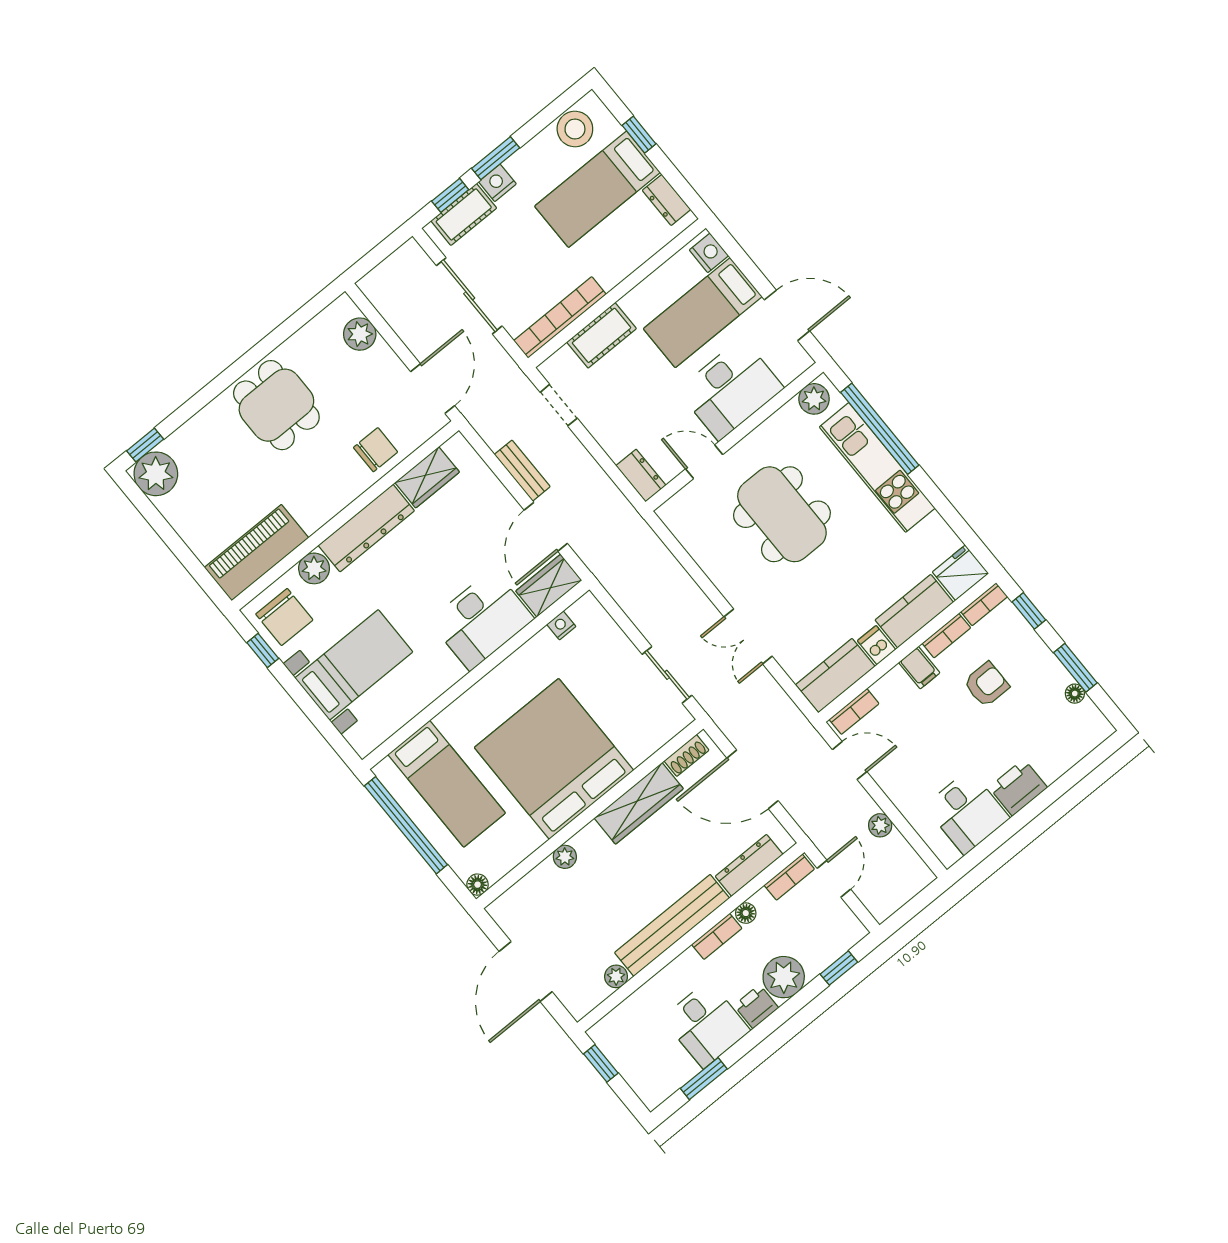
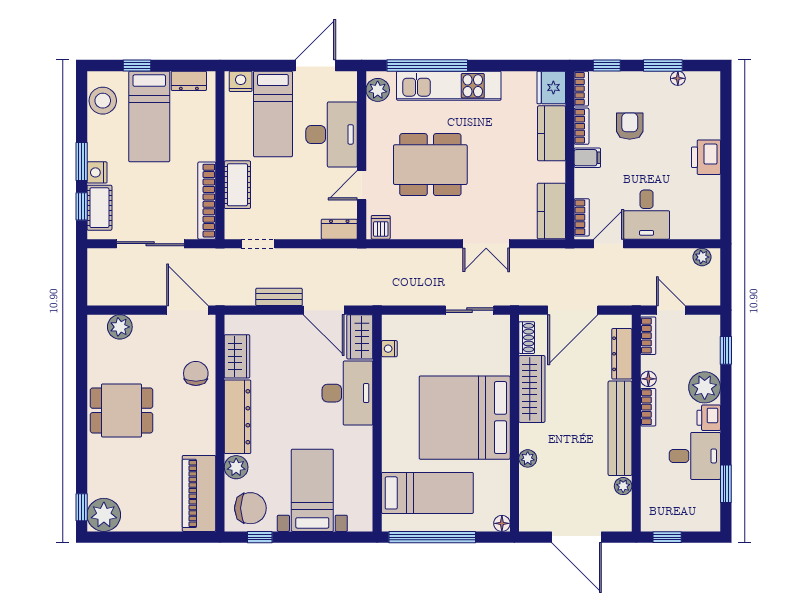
dishwasher: (877, 645) -> (381, 227), moved, turned 90
desk: (967, 812) -> (647, 215), moved, turned 90
plant: (880, 825) -> (702, 257), moved

